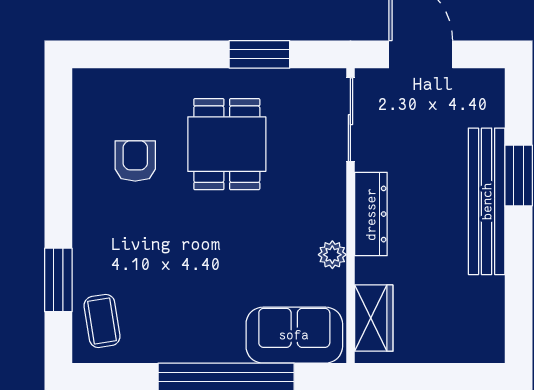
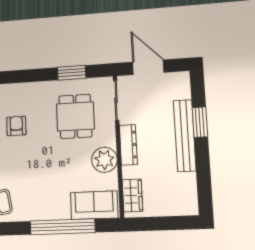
dining table: (227, 144) -> (75, 116), moved
plant: (332, 255) -> (104, 160), width x1.88, depth x1.88

